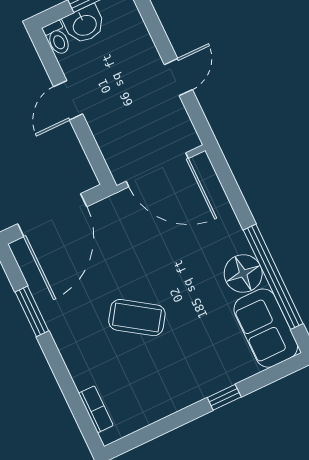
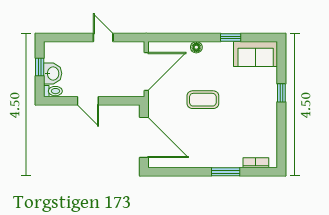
floor lamp: (243, 273) -> (196, 47), moved, width x0.53, depth x0.53
window: (273, 277) -> (231, 38), width x0.32
window: (32, 311) -> (226, 172), moved
coffee table: (137, 318) -> (203, 100), moved, turned 56

